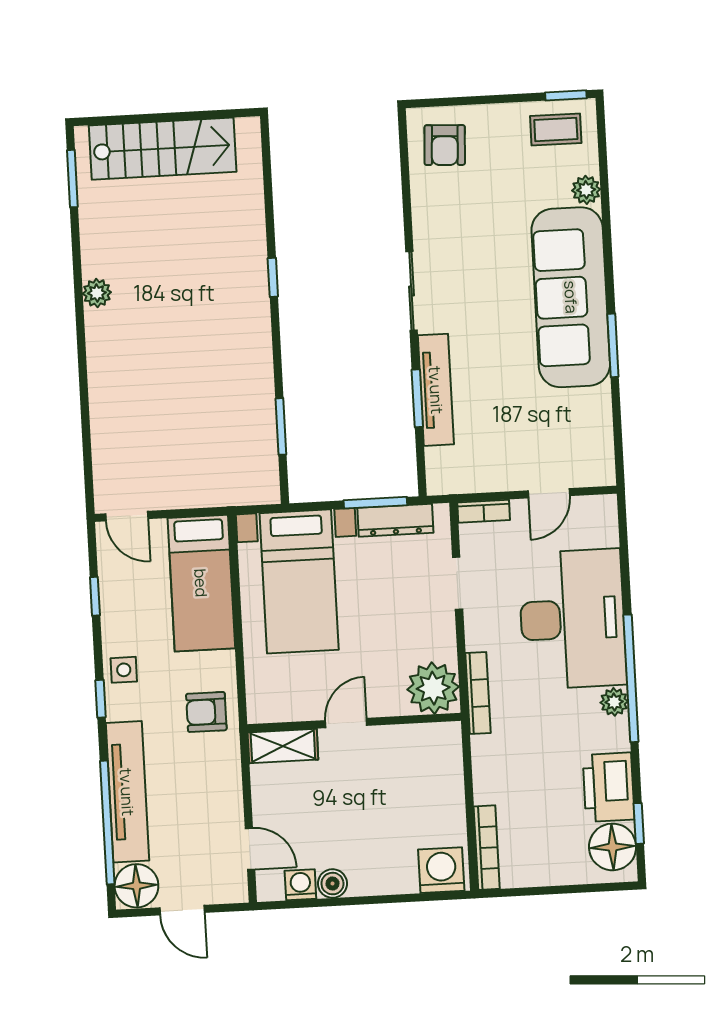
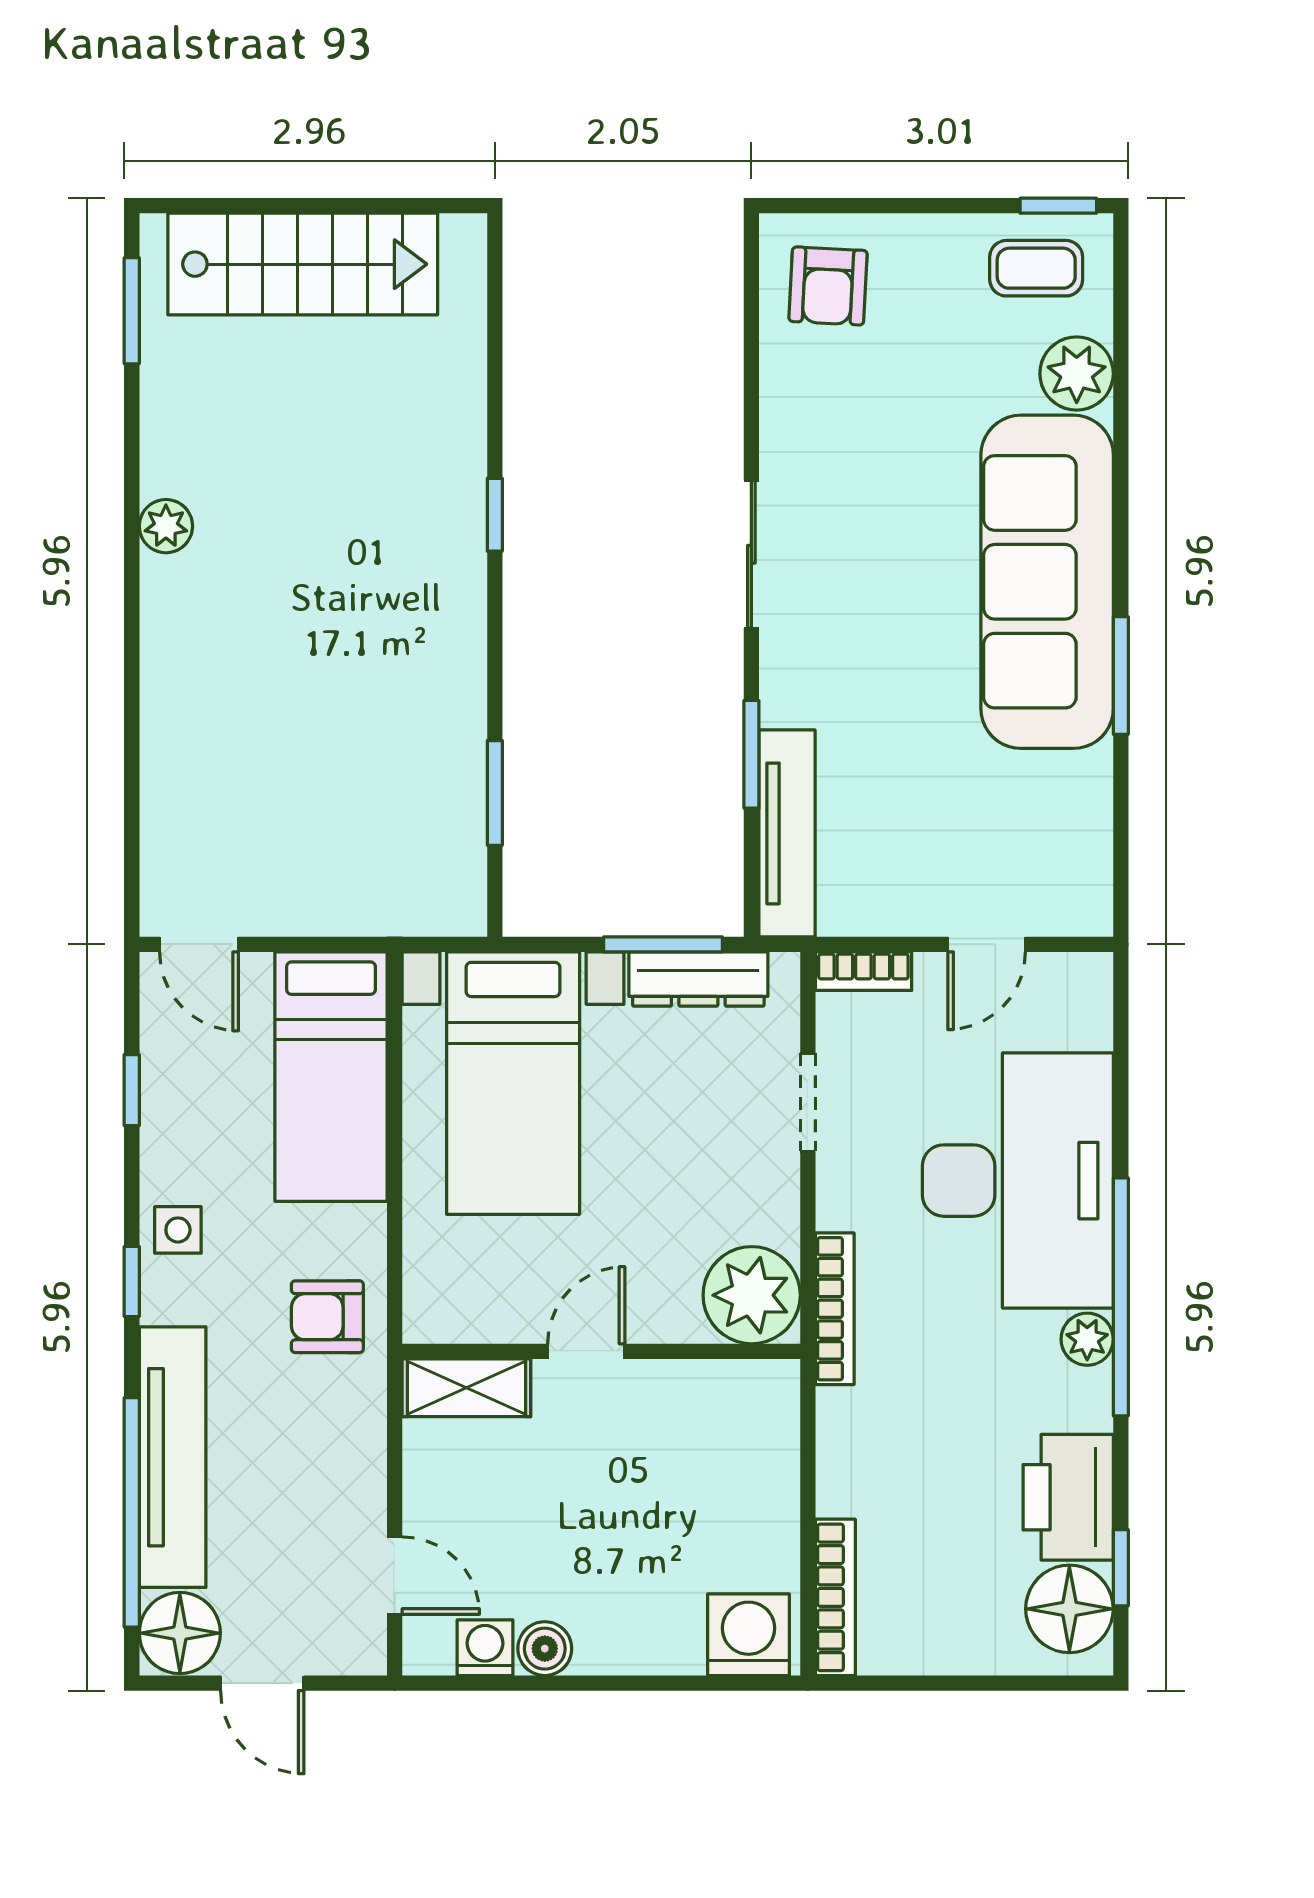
plant: (586, 190) -> (1077, 374), width x1.38, depth x1.38
tv unit: (436, 390) -> (787, 833), moved

